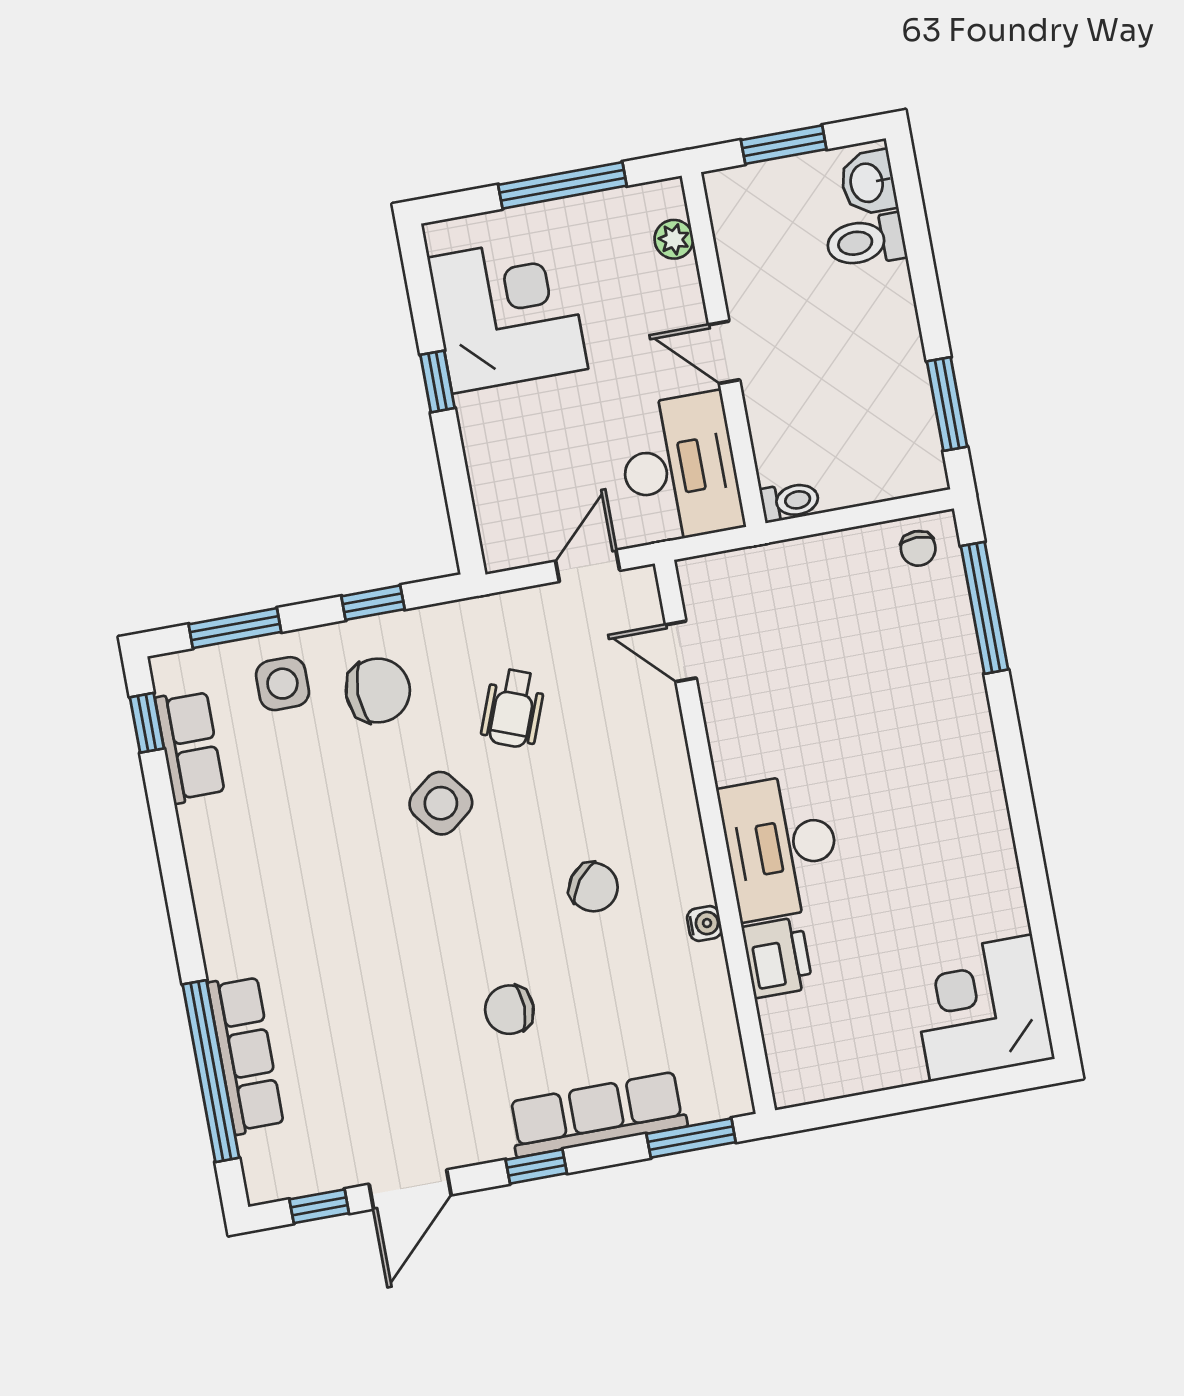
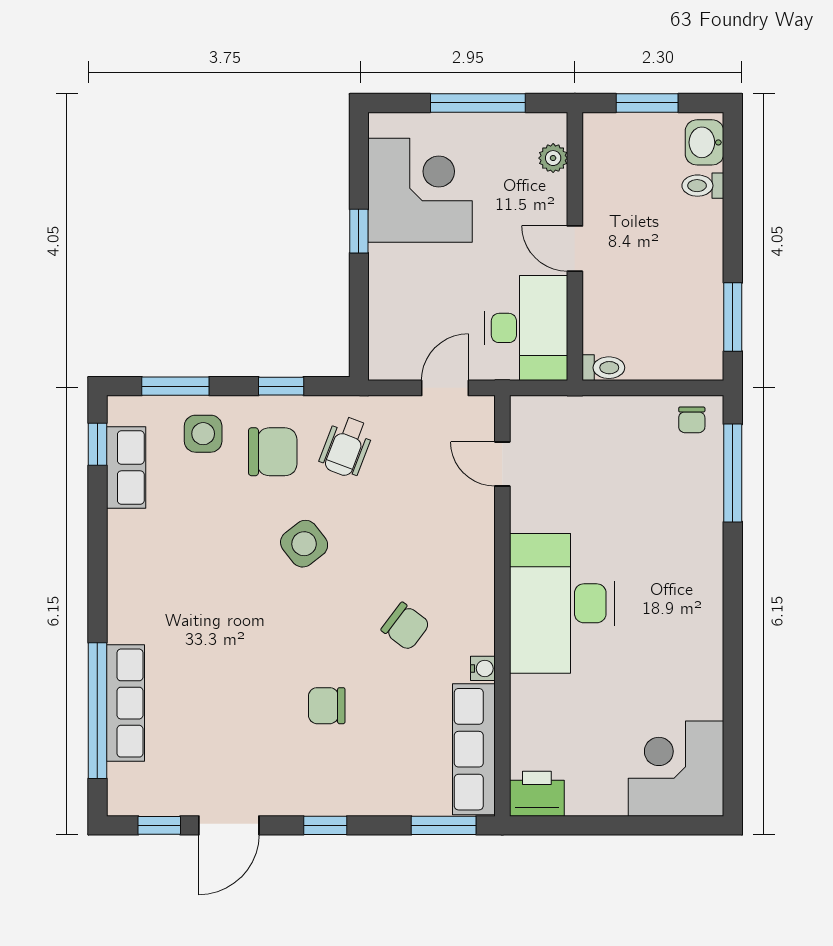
toilet: (866, 241) -> (703, 186), width x0.73, depth x0.72
wheelchair: (513, 708) -> (346, 447), moved
desk: (781, 847) -> (562, 603), width x1.36, depth x1.30
printer: (777, 958) -> (537, 794), moved, turned -90
row of seats: (597, 1114) -> (474, 749), moved, turned -90

